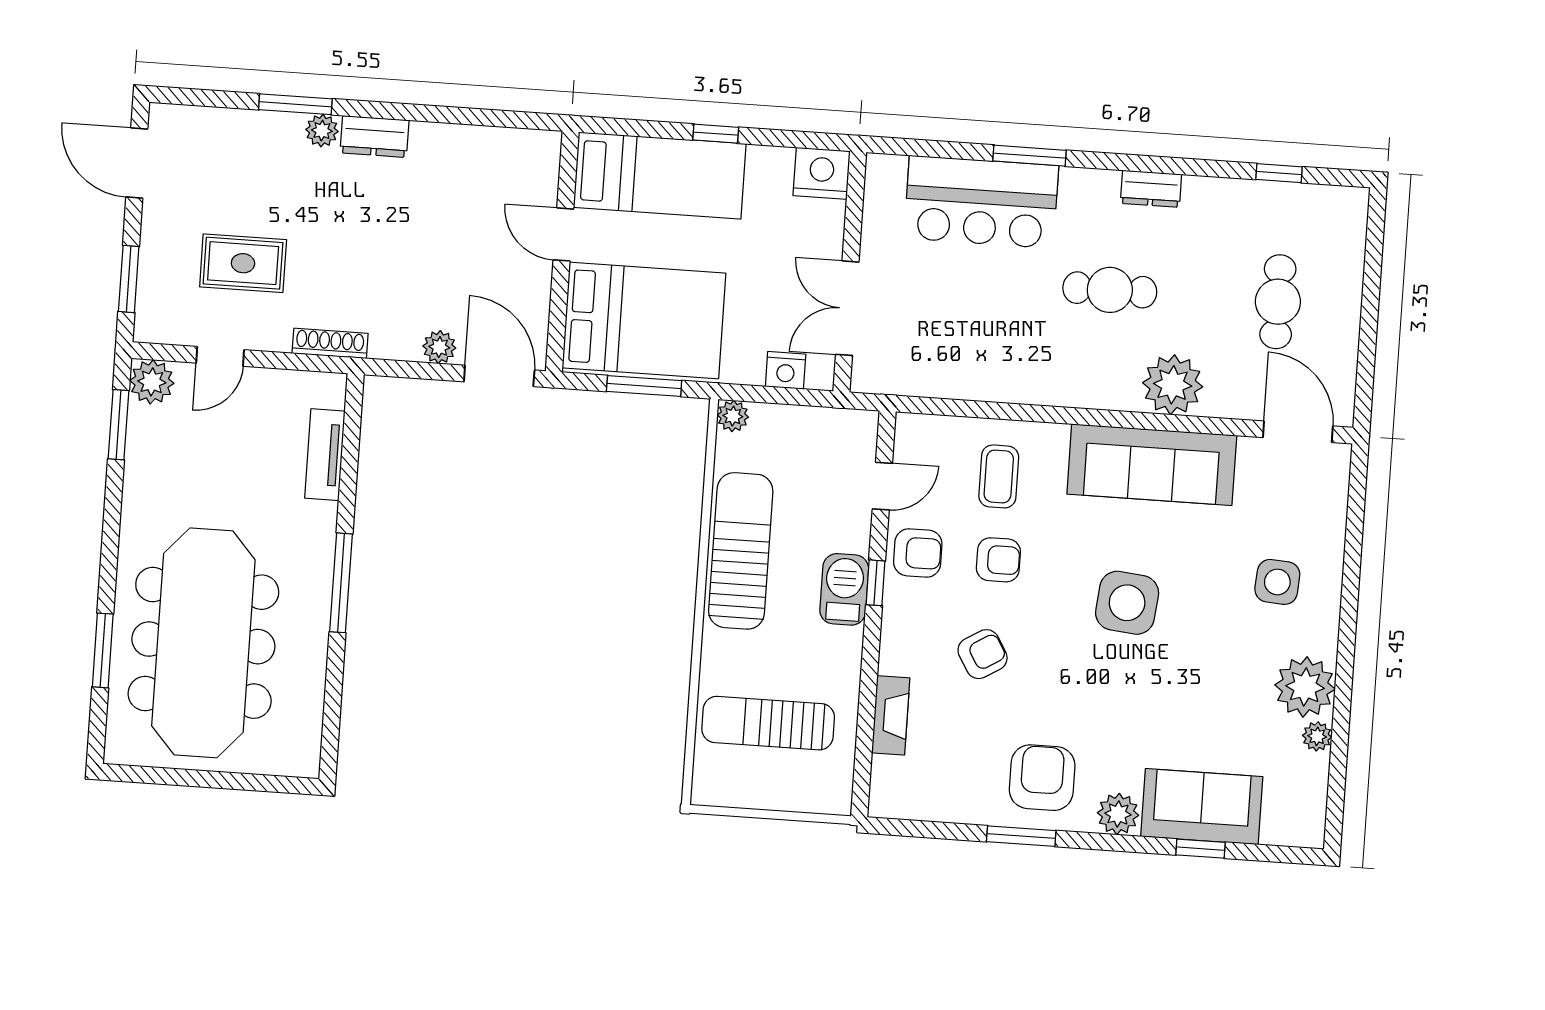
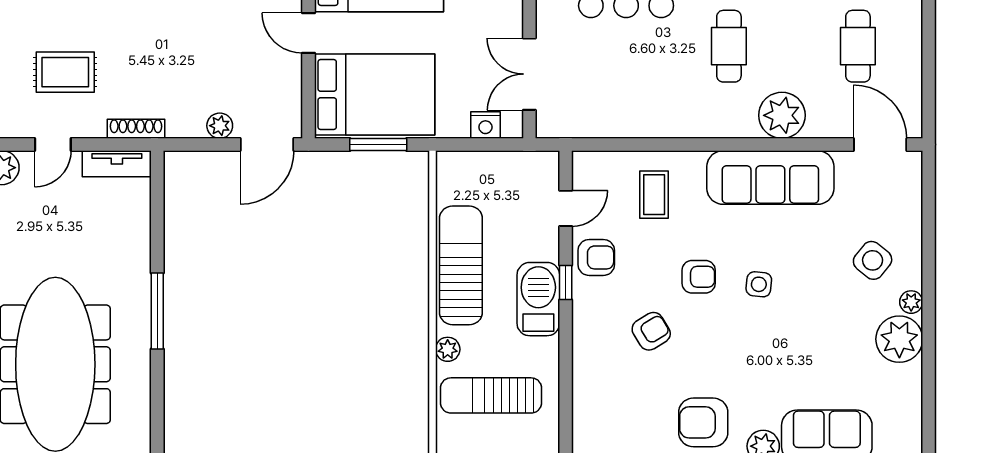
cafe table: (1110, 290) -> (729, 46), turned 90
door: (499, 376) -> (267, 145), swing flipped
plant: (733, 416) -> (448, 349), moved
tv unit: (325, 455) -> (117, 164), moved, turned -90
armchair: (998, 560) -> (699, 277), moved
side table: (1277, 582) -> (873, 260), turned 35
barbecue: (844, 589) -> (538, 299), width x1.37, depth x1.21
side table: (1127, 603) -> (759, 284), width x0.54, depth x0.54
fireplace: (891, 715) -> (584, 383), removed
plant: (1317, 736) -> (911, 302), moved
armchair: (1042, 778) -> (703, 422), turned -90

